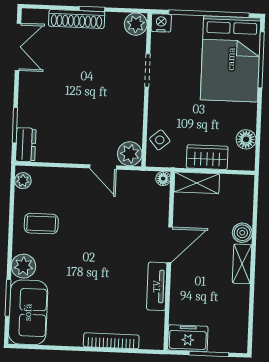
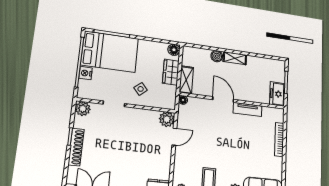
nightstand: (161, 23) -> (86, 73), moved
floor lamp: (246, 139) -> (174, 50), moved
side table: (160, 140) -> (141, 89), moved

